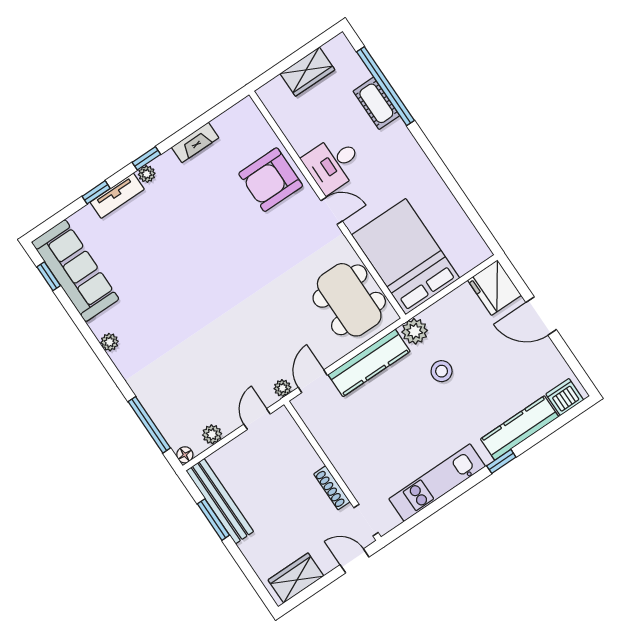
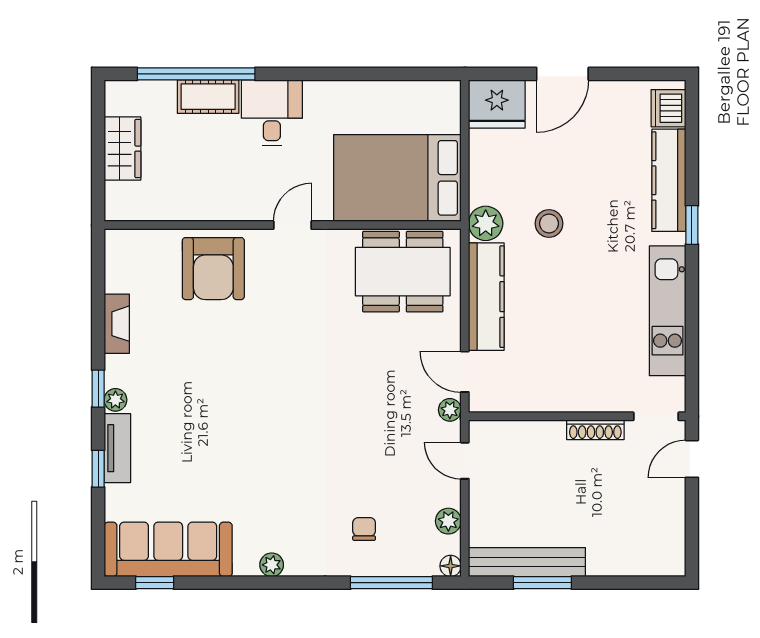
desk: (333, 164) -> (272, 113), moved, turned 180
chair: (171, 385) -> (364, 529), added
wardrobe: (296, 578) -> (667, 536), removed

